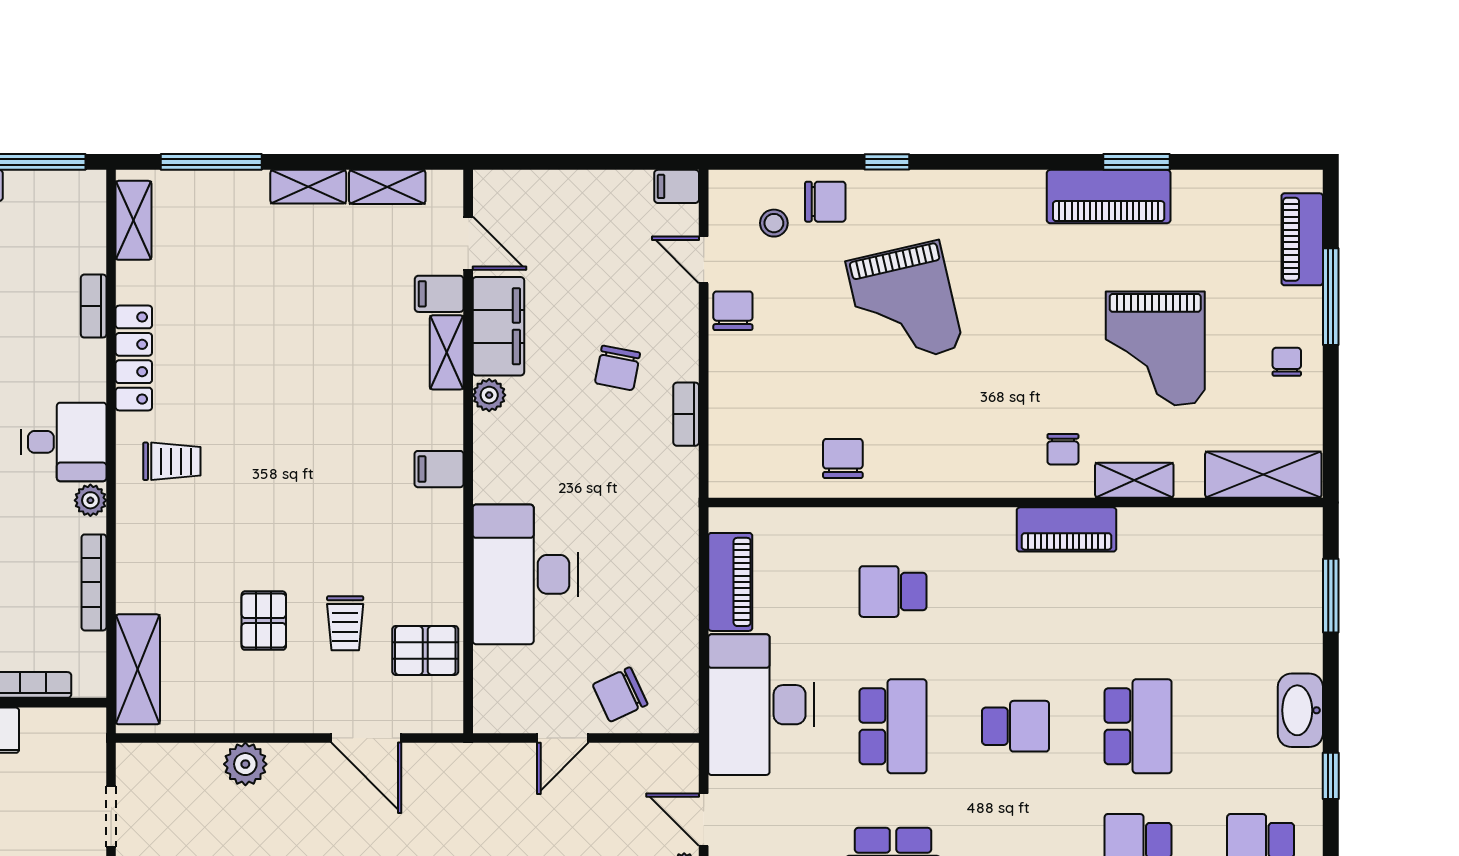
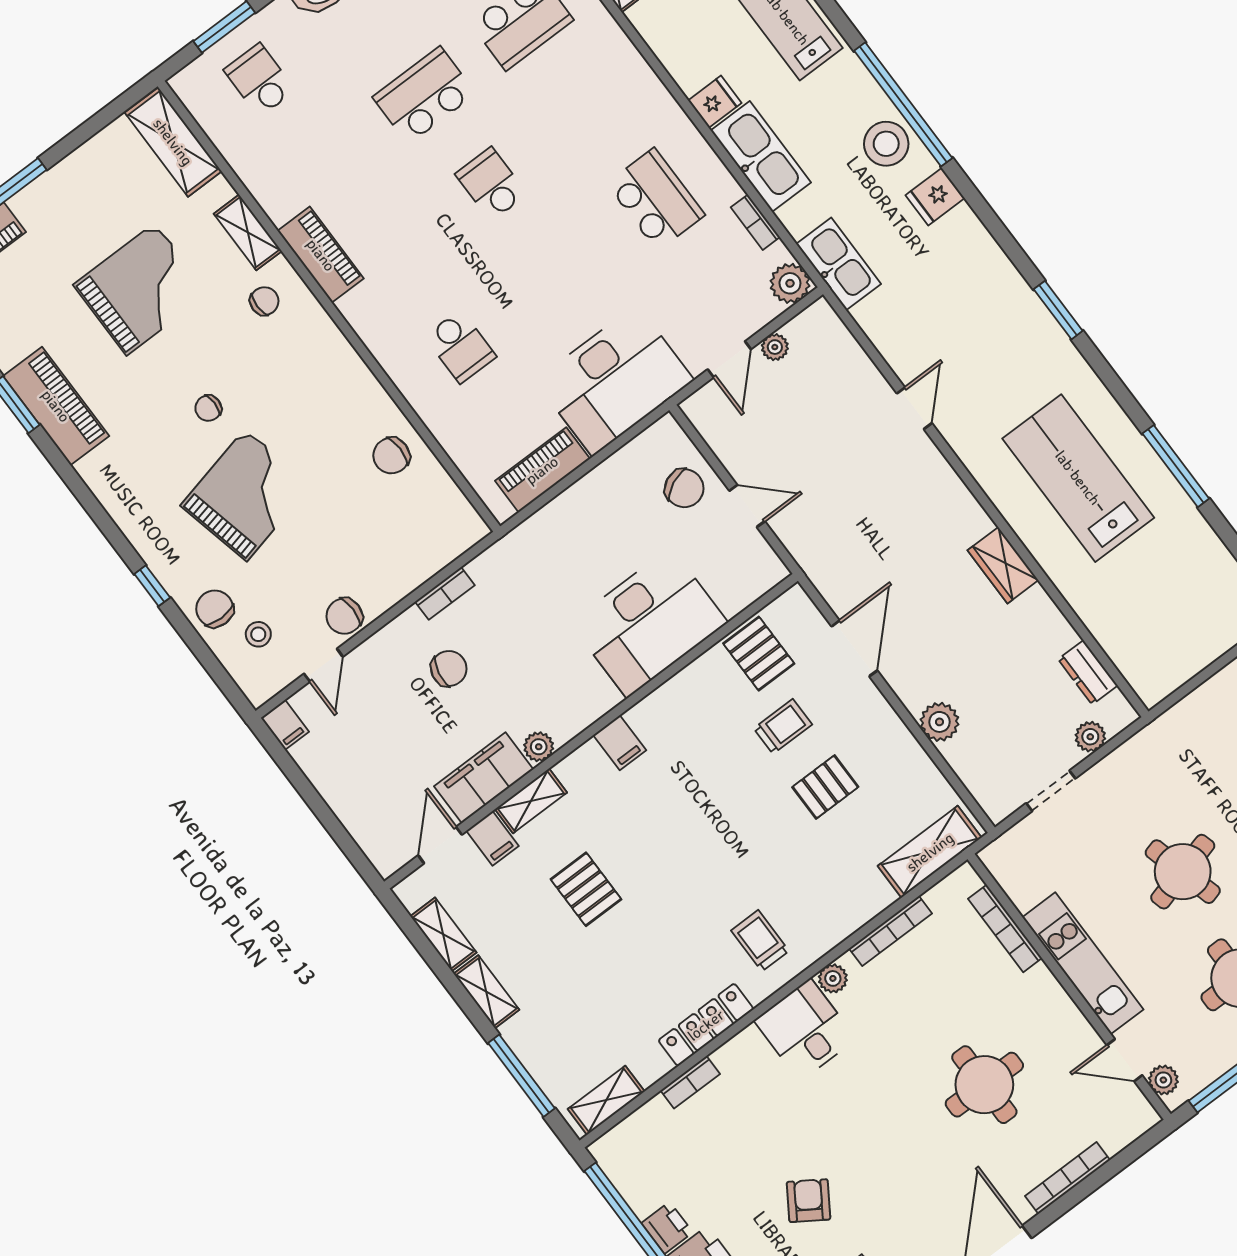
pallet: (333, 342) -> (586, 889), added
chair: (1287, 362) -> (208, 408), moved
school desk: (893, 726) -> (260, 80), moved, width x0.54

